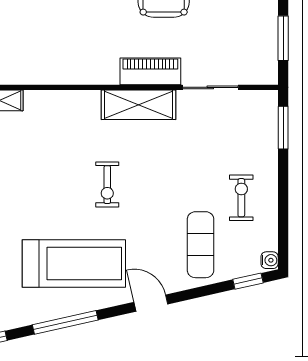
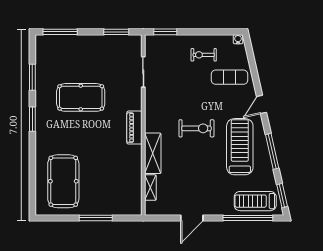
piano: (150, 71) -> (134, 128), moved
shelving: (139, 105) -> (153, 153), moved
exercise bike: (107, 185) -> (197, 128), width x1.38, depth x1.39
window: (248, 281) -> (249, 51), removed

